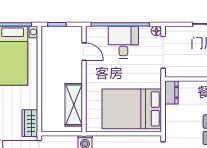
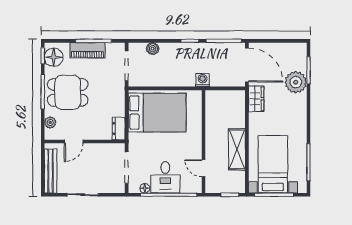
floor lamp: (156, 31) -> (145, 188), moved
shelving: (74, 105) -> (237, 149), moved

